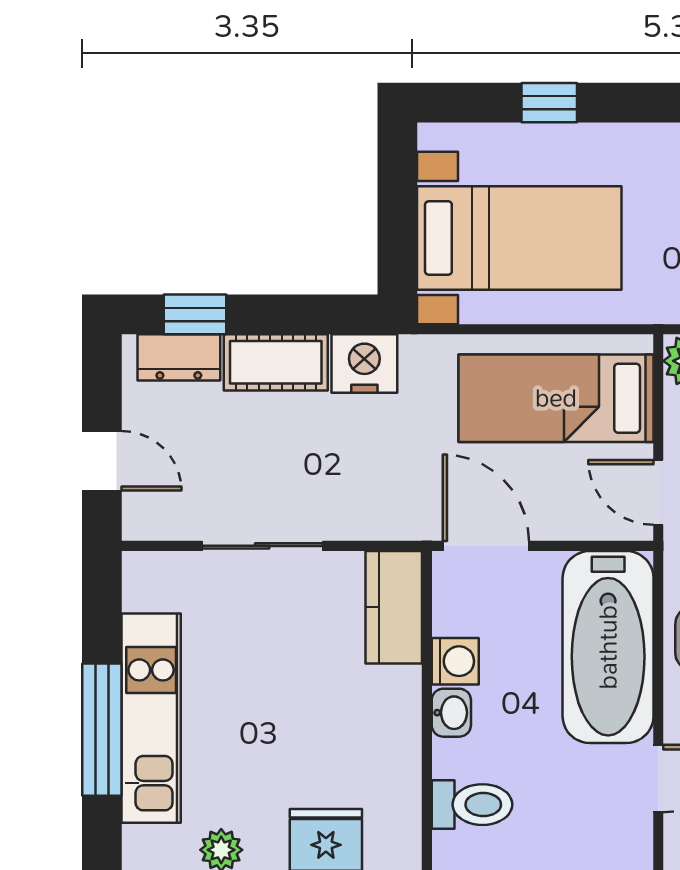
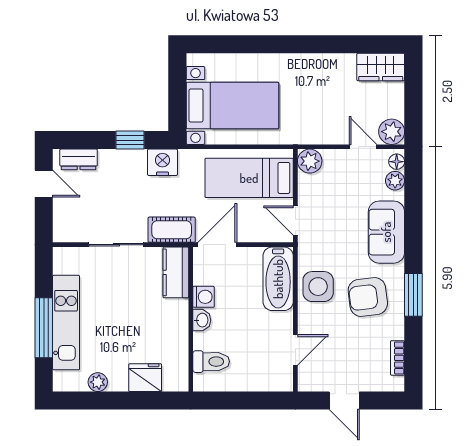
window: (549, 103) -> (246, 44), removed
window: (195, 314) -> (130, 140), moved
cot: (276, 362) -> (172, 230), moved
door: (102, 461) -> (44, 184), moved
door: (486, 546) -> (217, 245), hinge flipped
bathtub: (608, 647) -> (278, 279), width x0.73, depth x0.73

